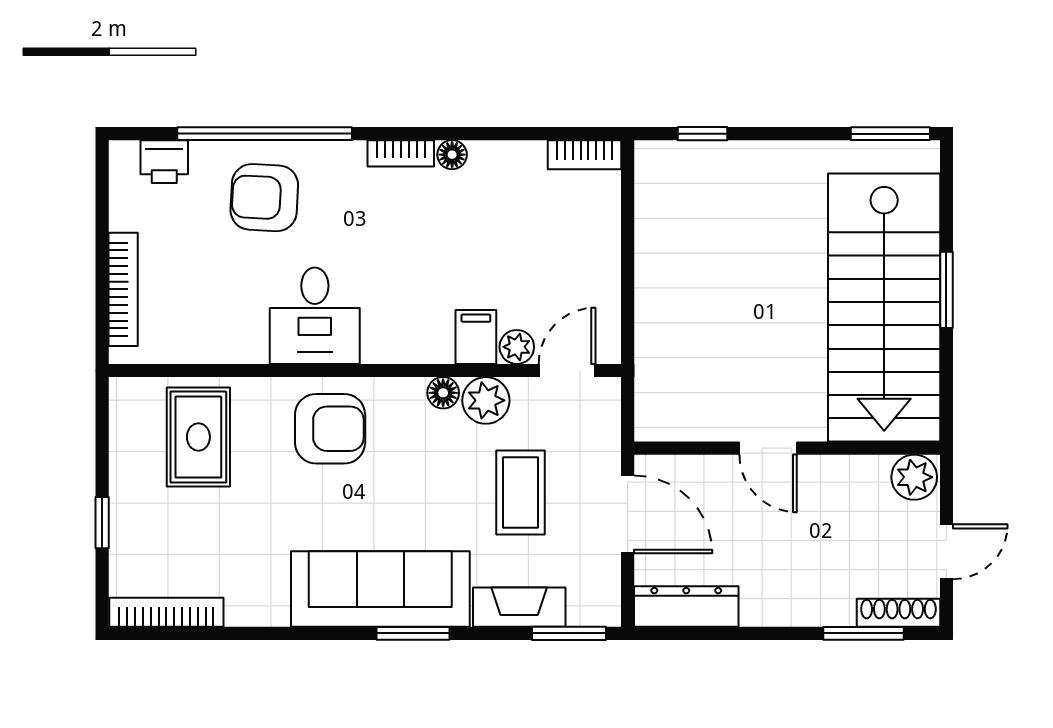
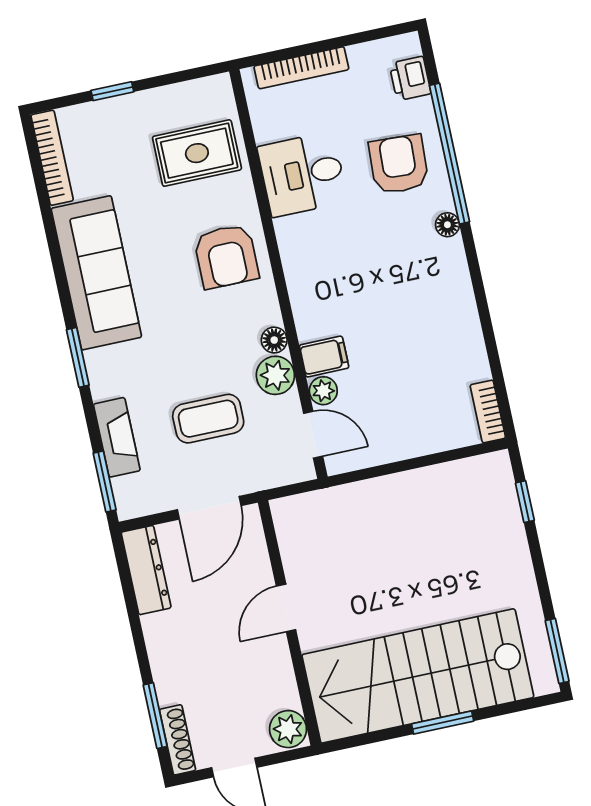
bookcase: (401, 153) -> (457, 265), removed
floor lamp: (452, 155) -> (447, 225), moved
desk: (315, 316) -> (302, 174), moved
sofa: (380, 589) -> (96, 273), moved

